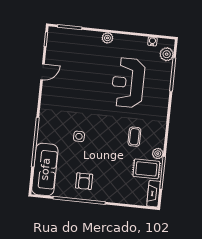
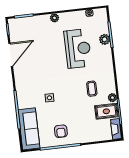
plant: (167, 54) -> (105, 39), moved
door: (42, 72) -> (11, 55), width x1.87
reception desk: (128, 83) -> (78, 49), turned 180

